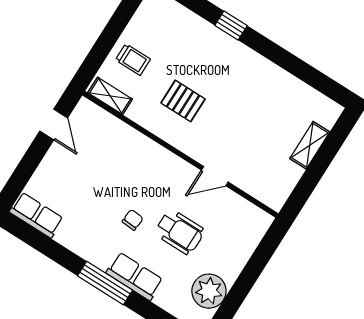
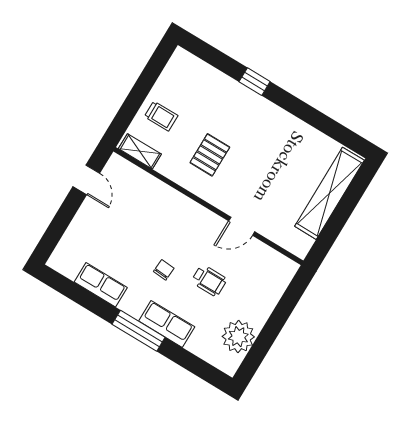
pallet: (183, 101) -> (210, 155), turned 90
shelving: (310, 145) -> (329, 193), width x2.20, depth x1.33
row of seats: (36, 215) -> (101, 285), moved
wheelchair: (180, 232) -> (209, 280), width x0.73, depth x0.73

